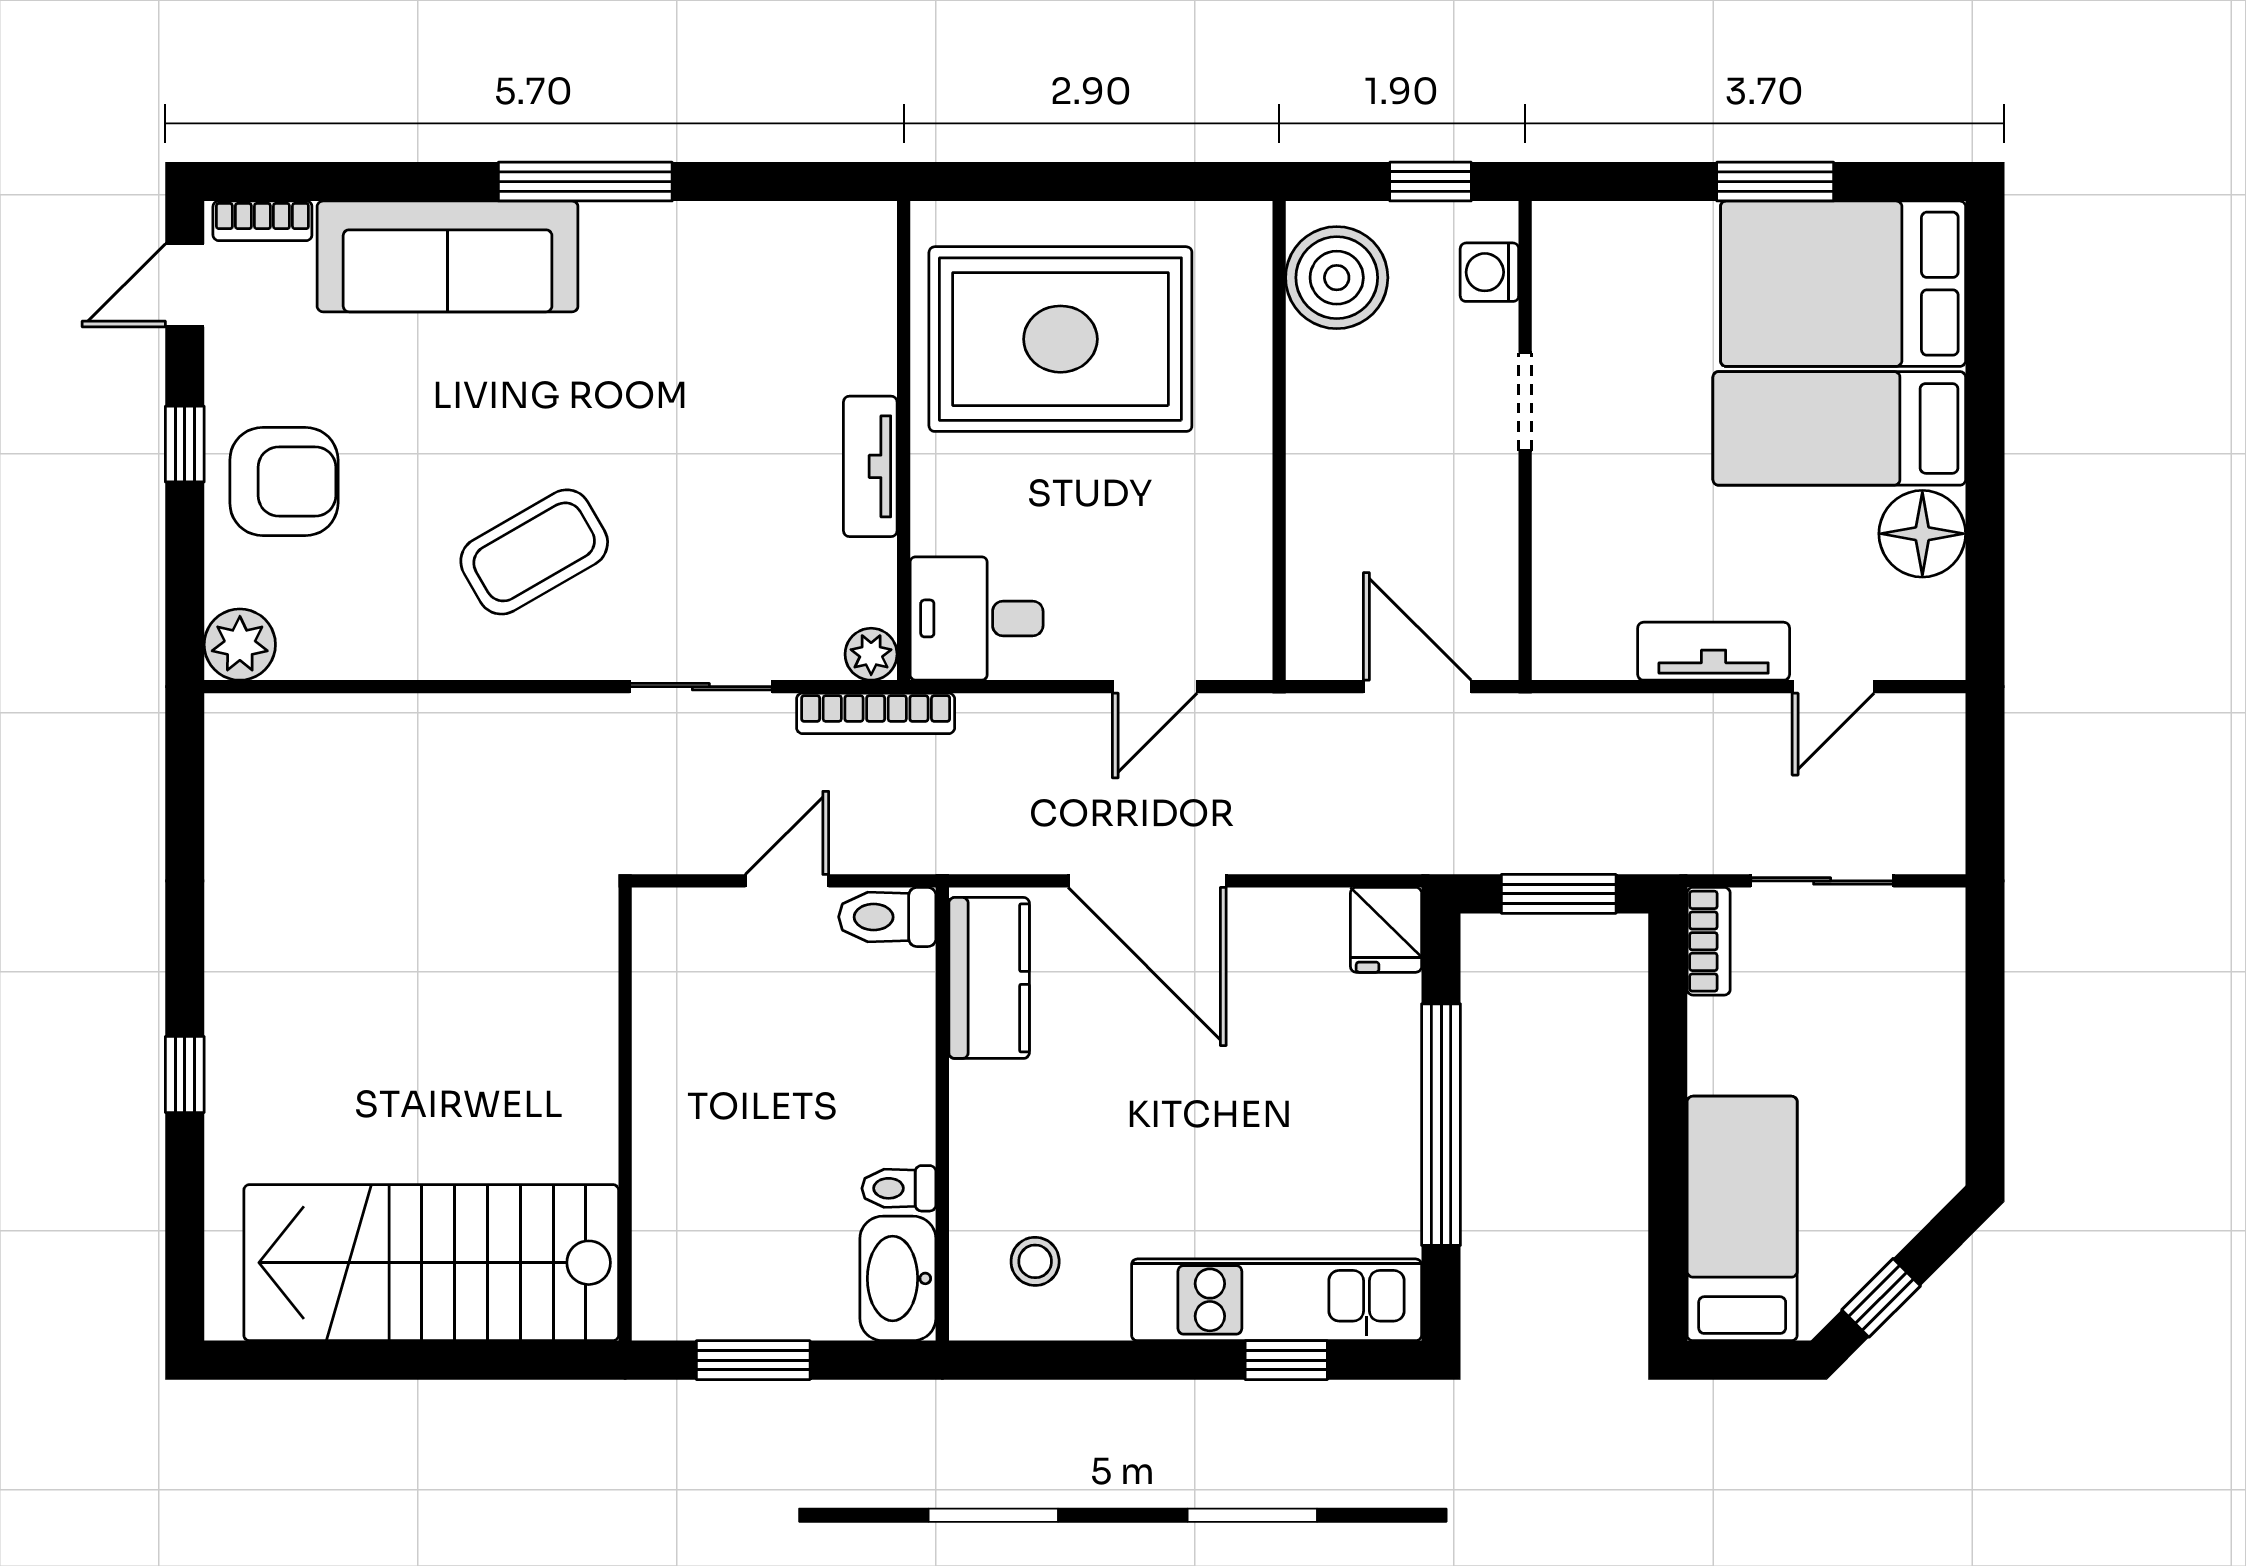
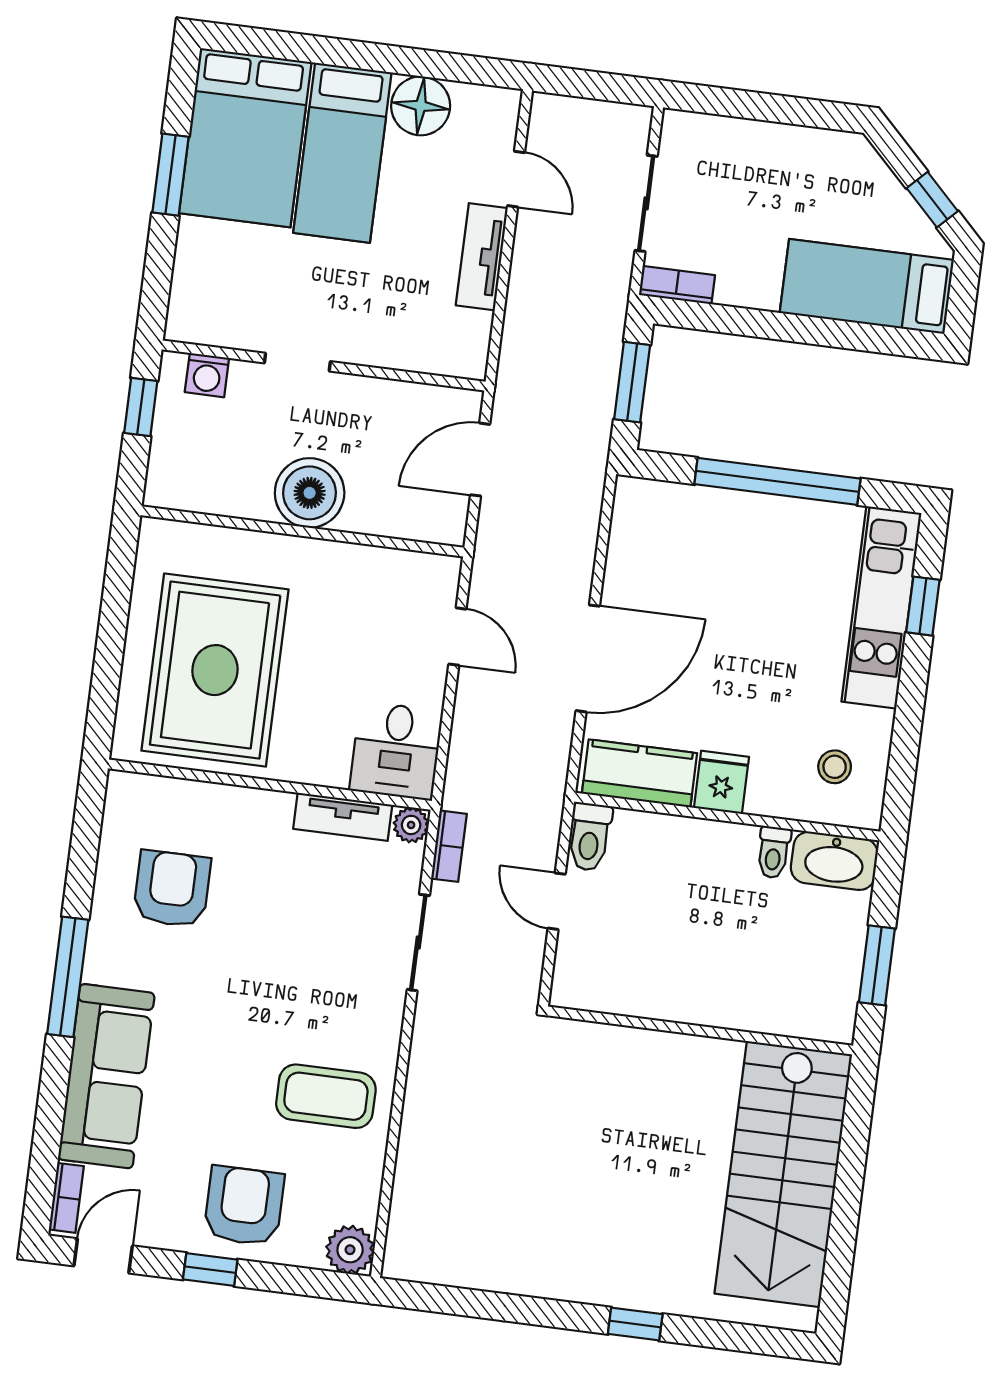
boiler: (1337, 278) -> (310, 493), moved
door: (185, 285) -> (103, 1256), swing flipped
armchair: (733, 317) -> (172, 889), added
tv unit: (870, 466) -> (343, 817), moved
coffee table: (534, 552) -> (326, 1096), moved, turned -60
bookcase: (876, 713) -> (449, 846), width x0.64
fridge: (1386, 930) -> (721, 782), moved, turned -90

